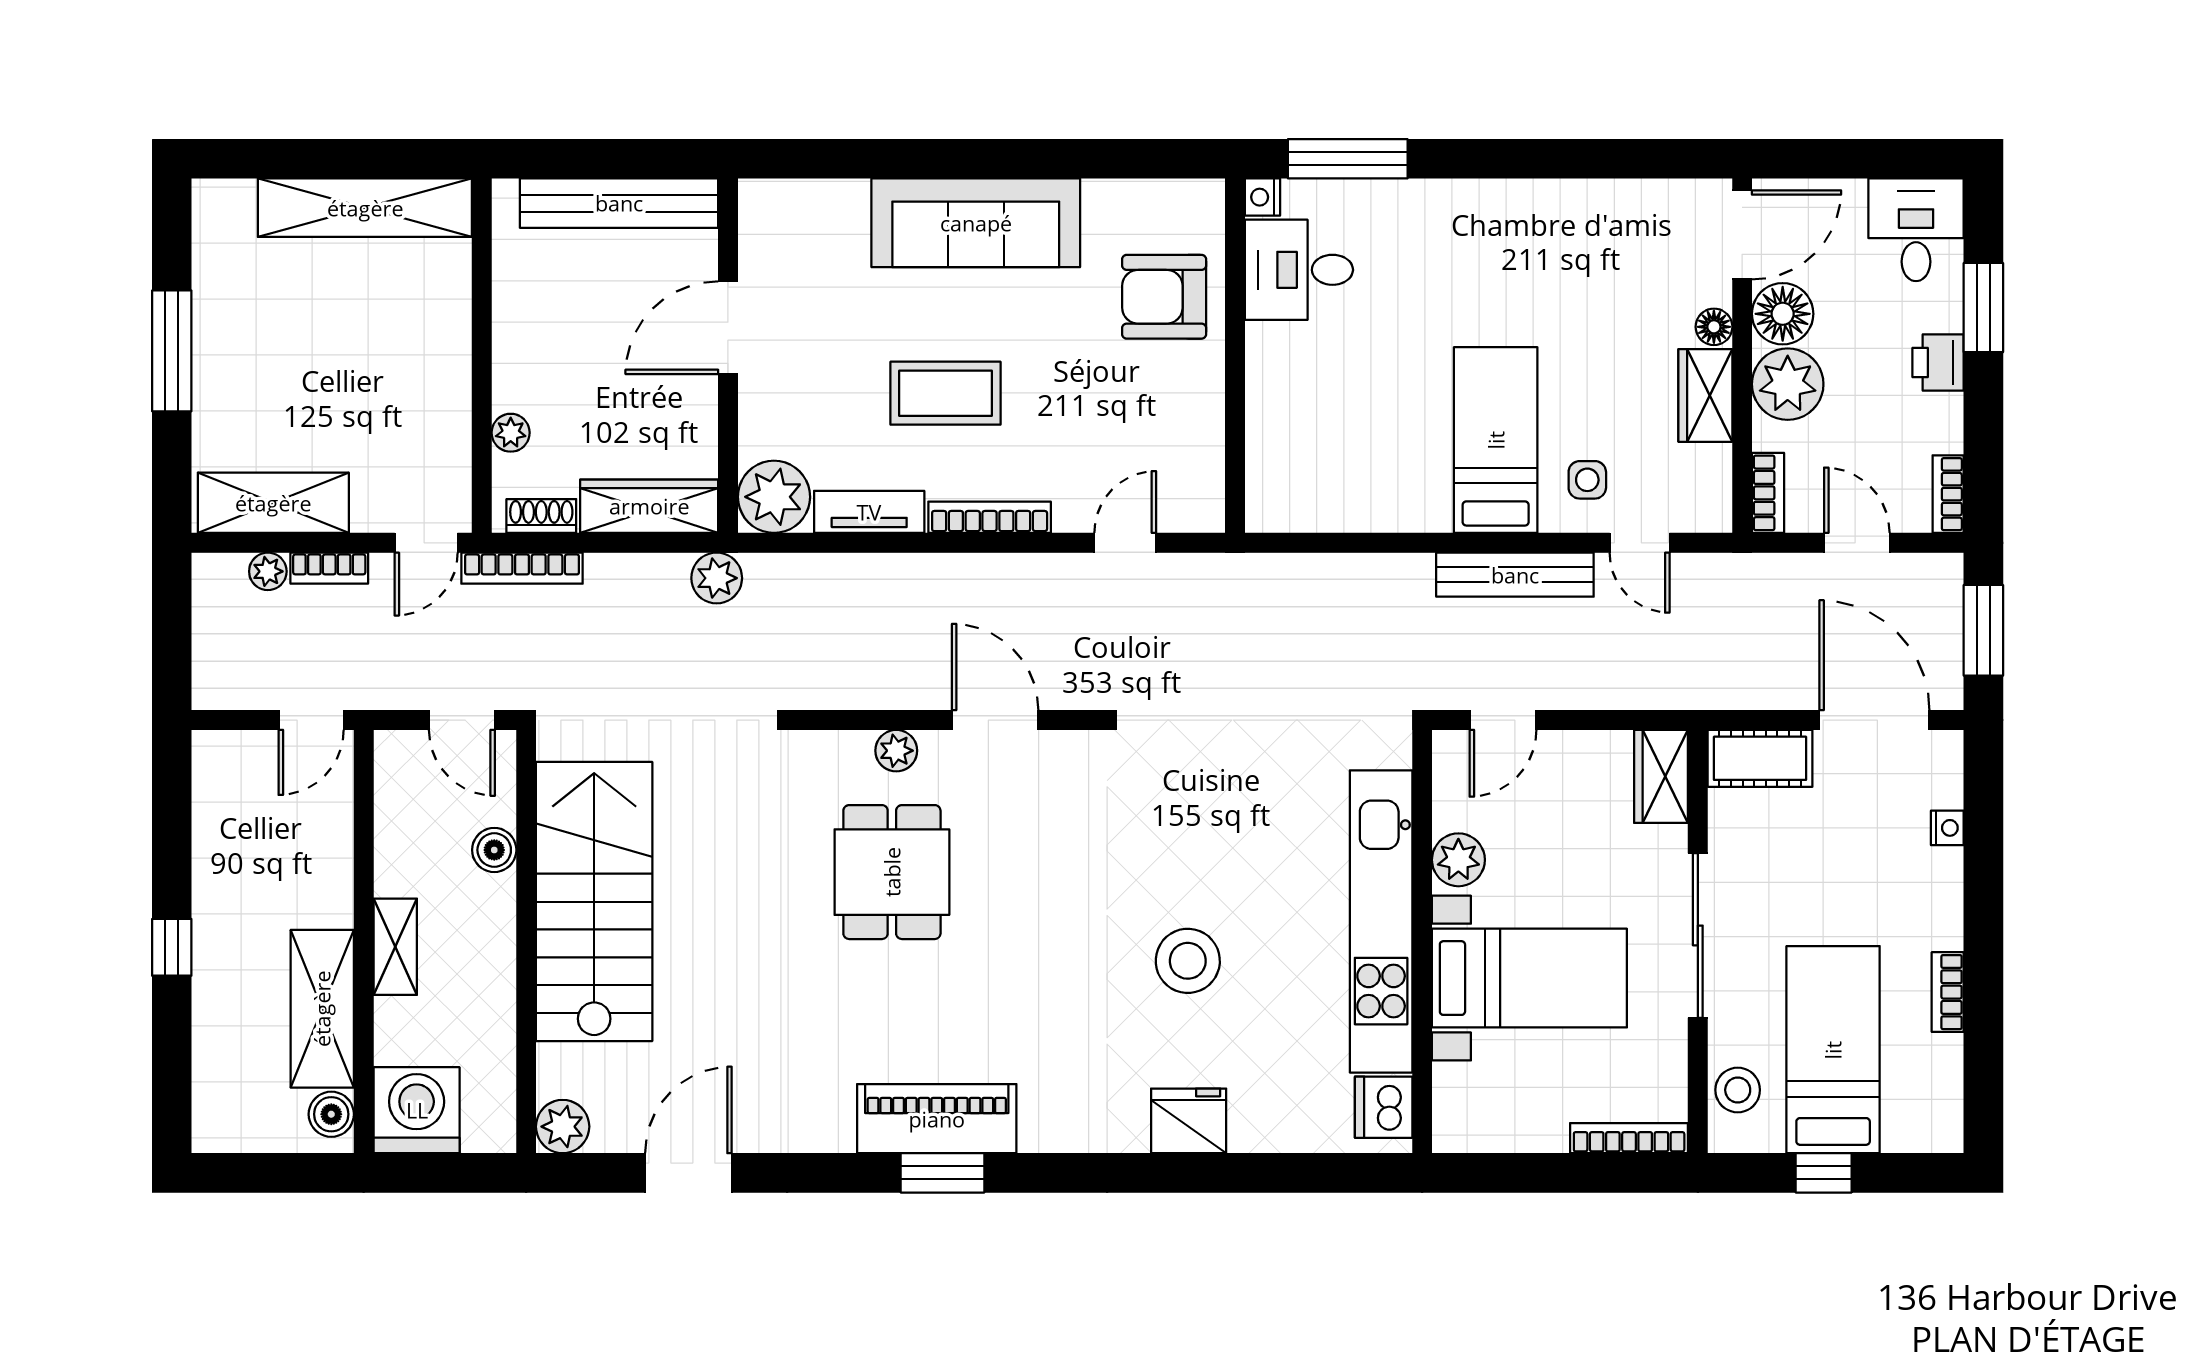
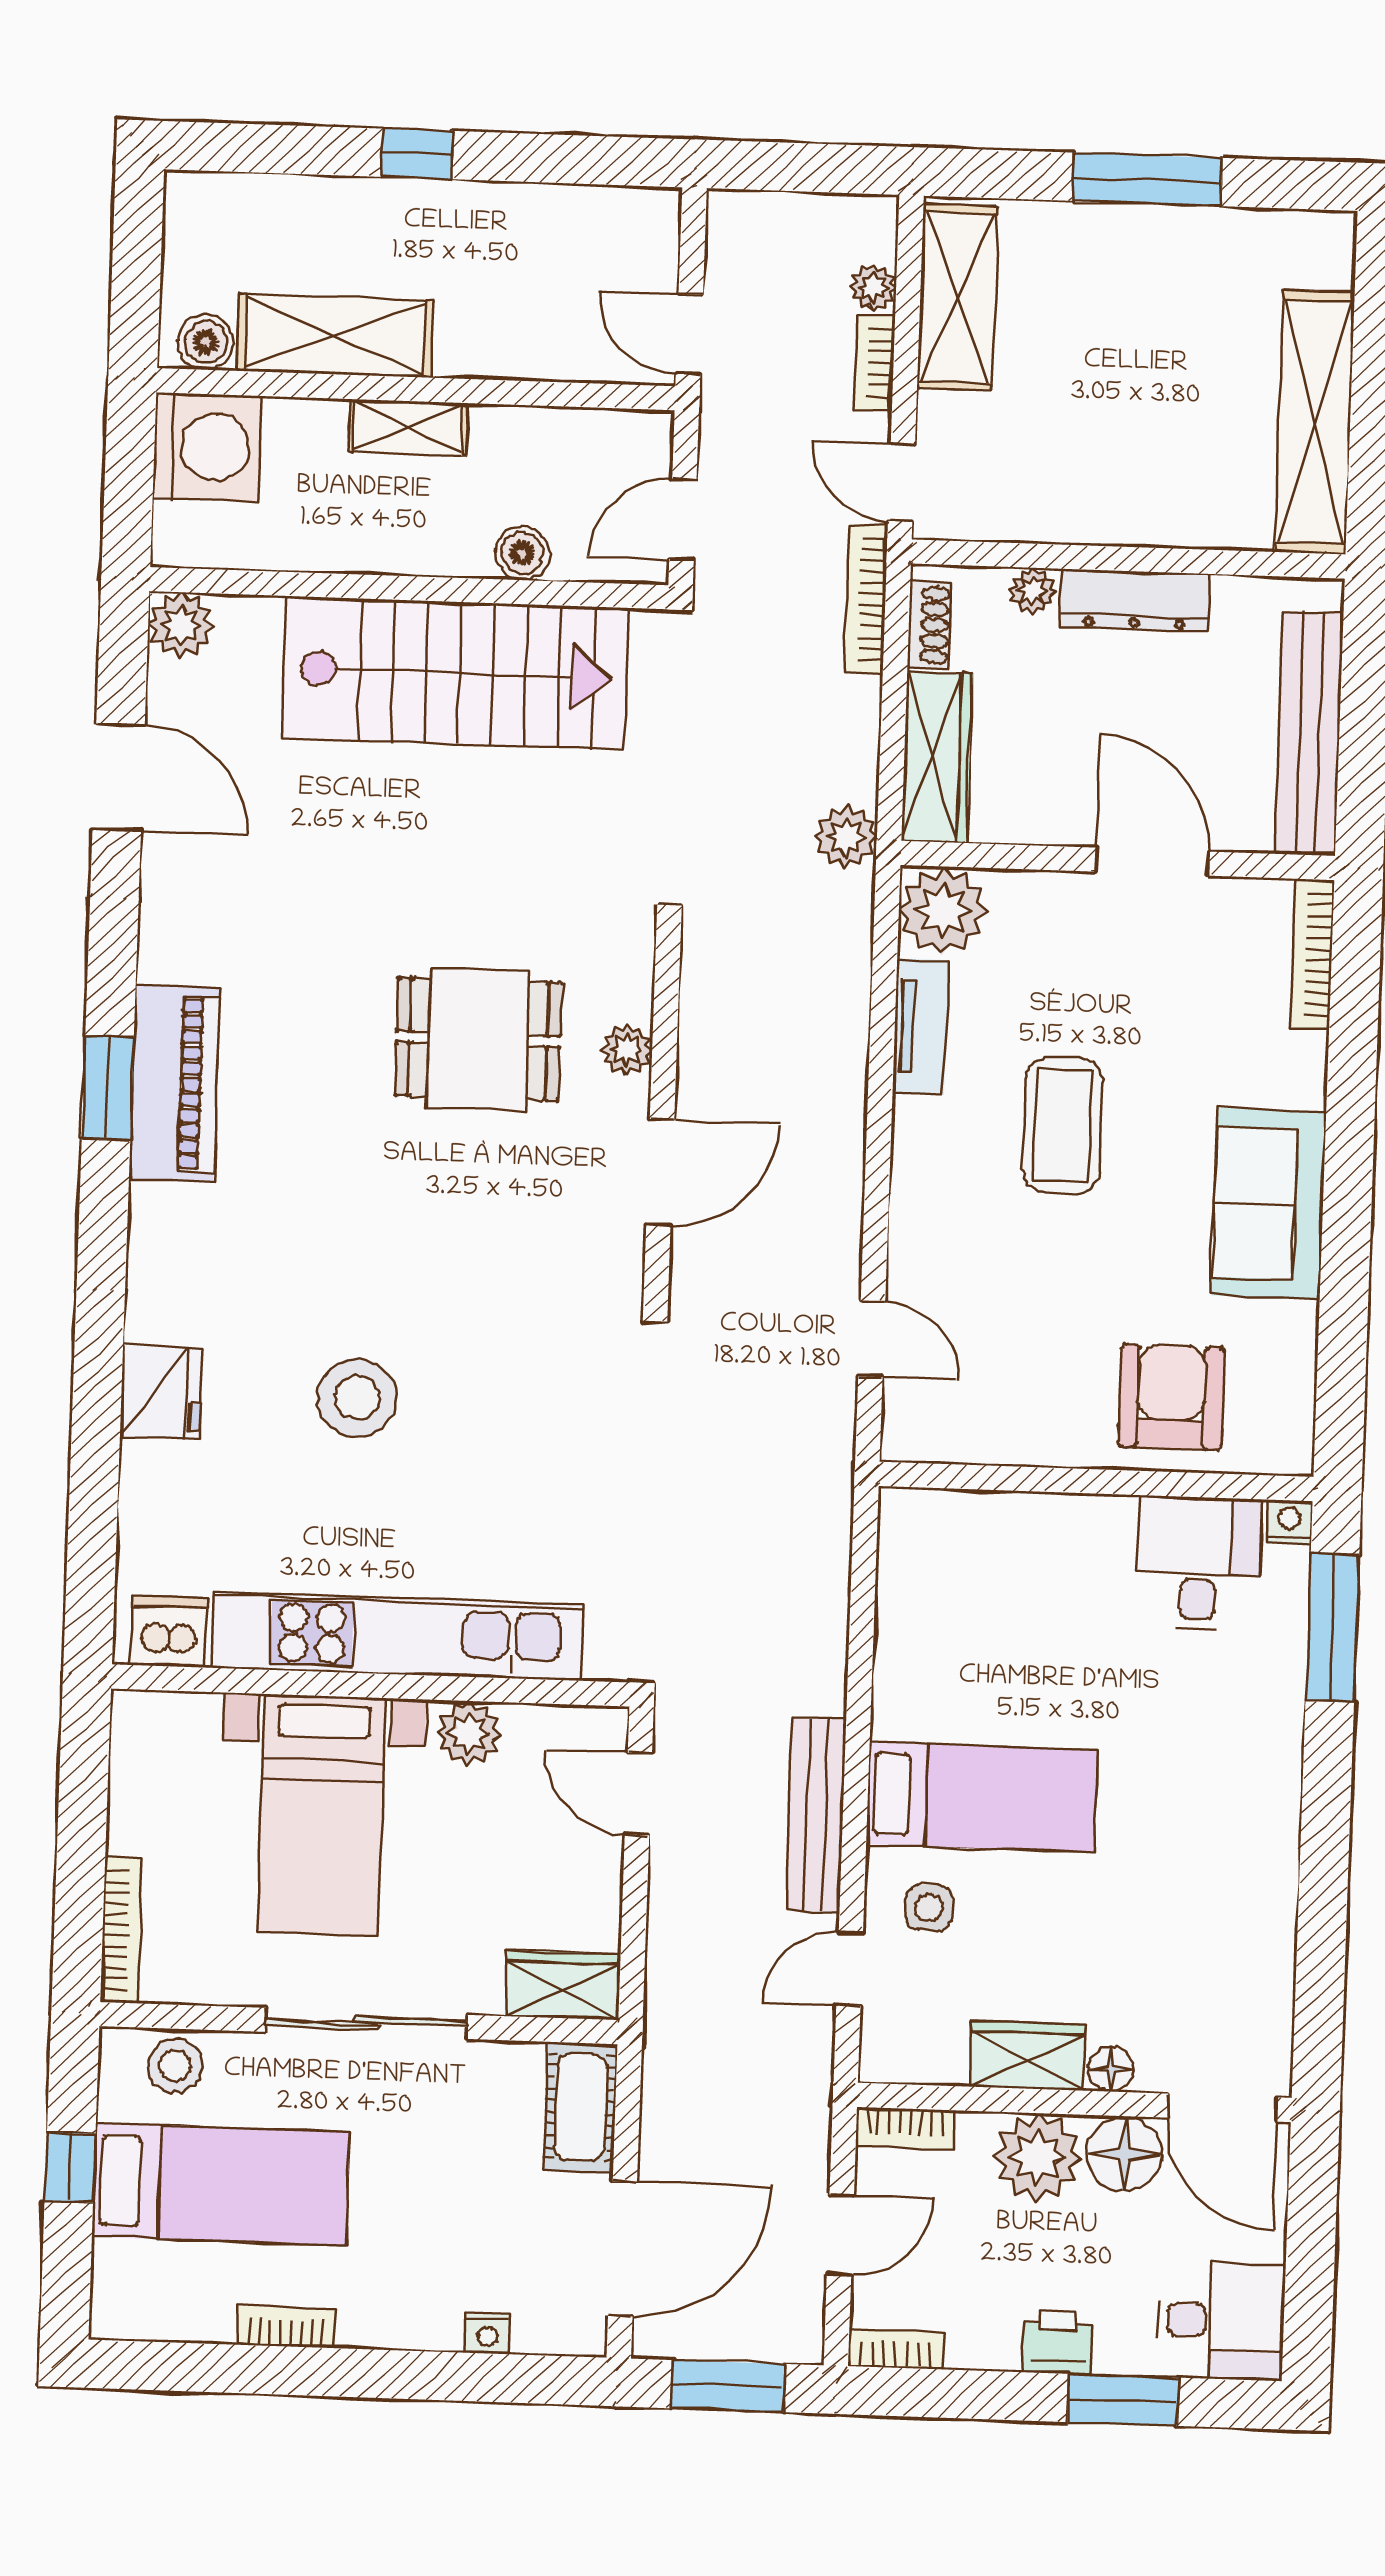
sofa: (976, 223) -> (1269, 1203), width x0.73
dresser: (515, 349) -> (1135, 600), added
bookcase: (990, 517) -> (1313, 954), moved, turned 180

